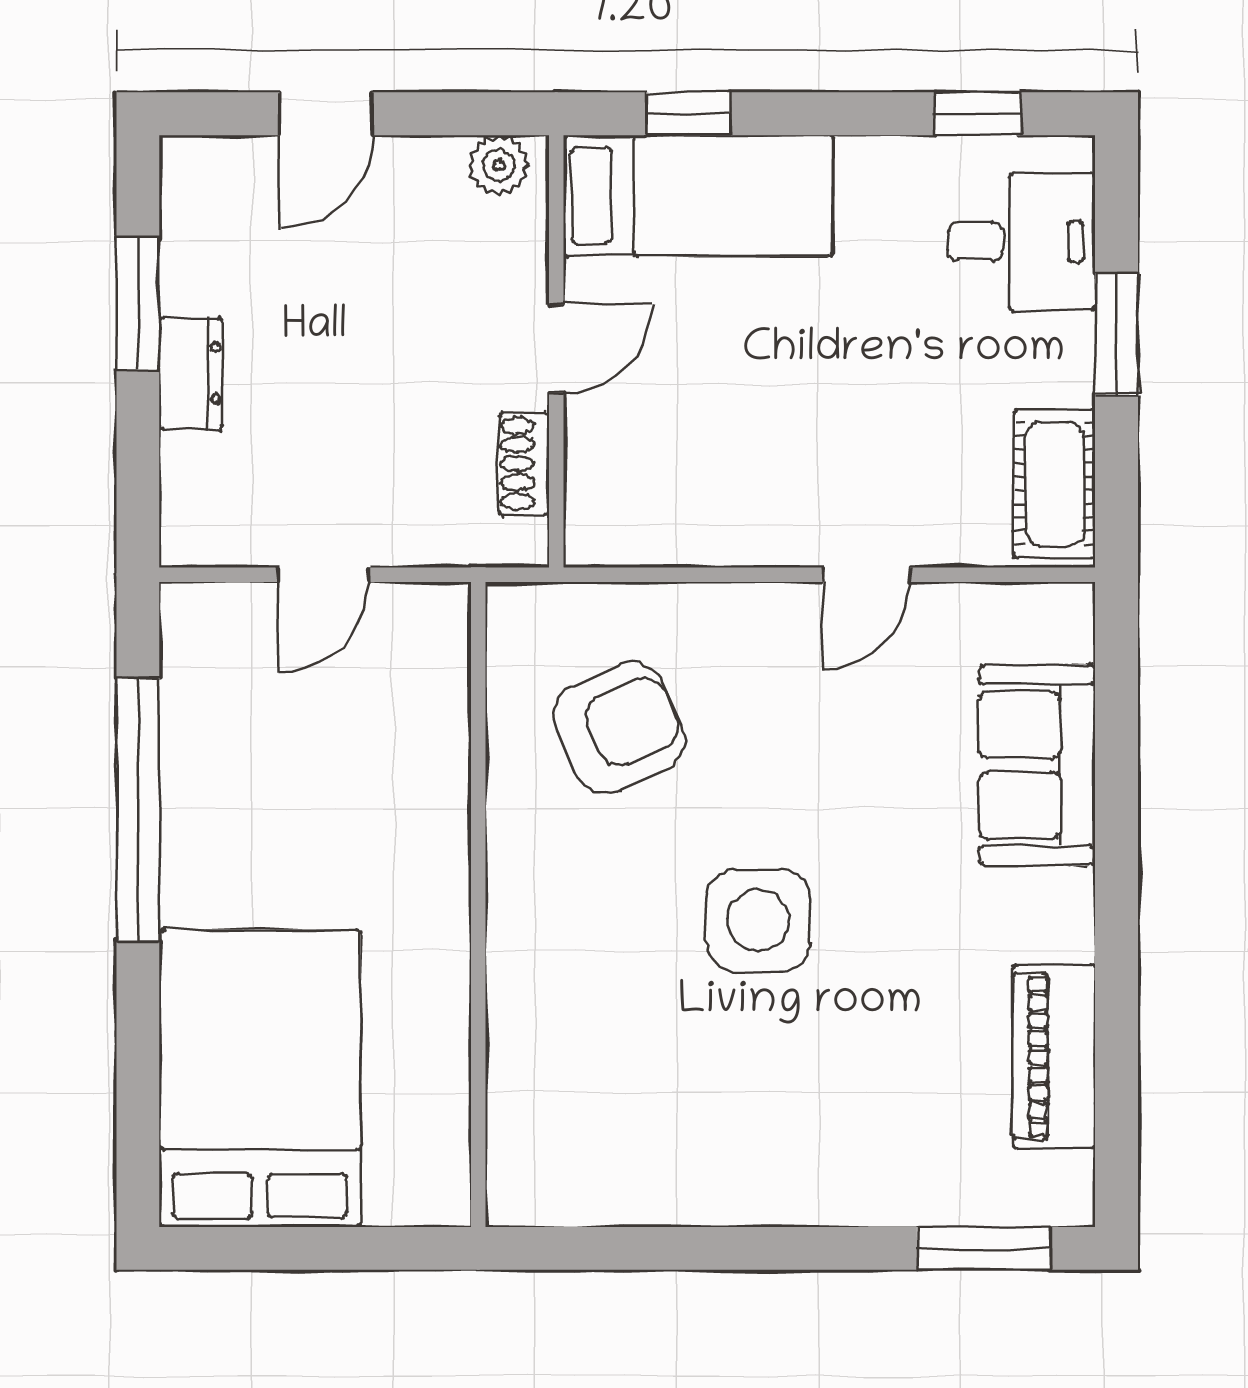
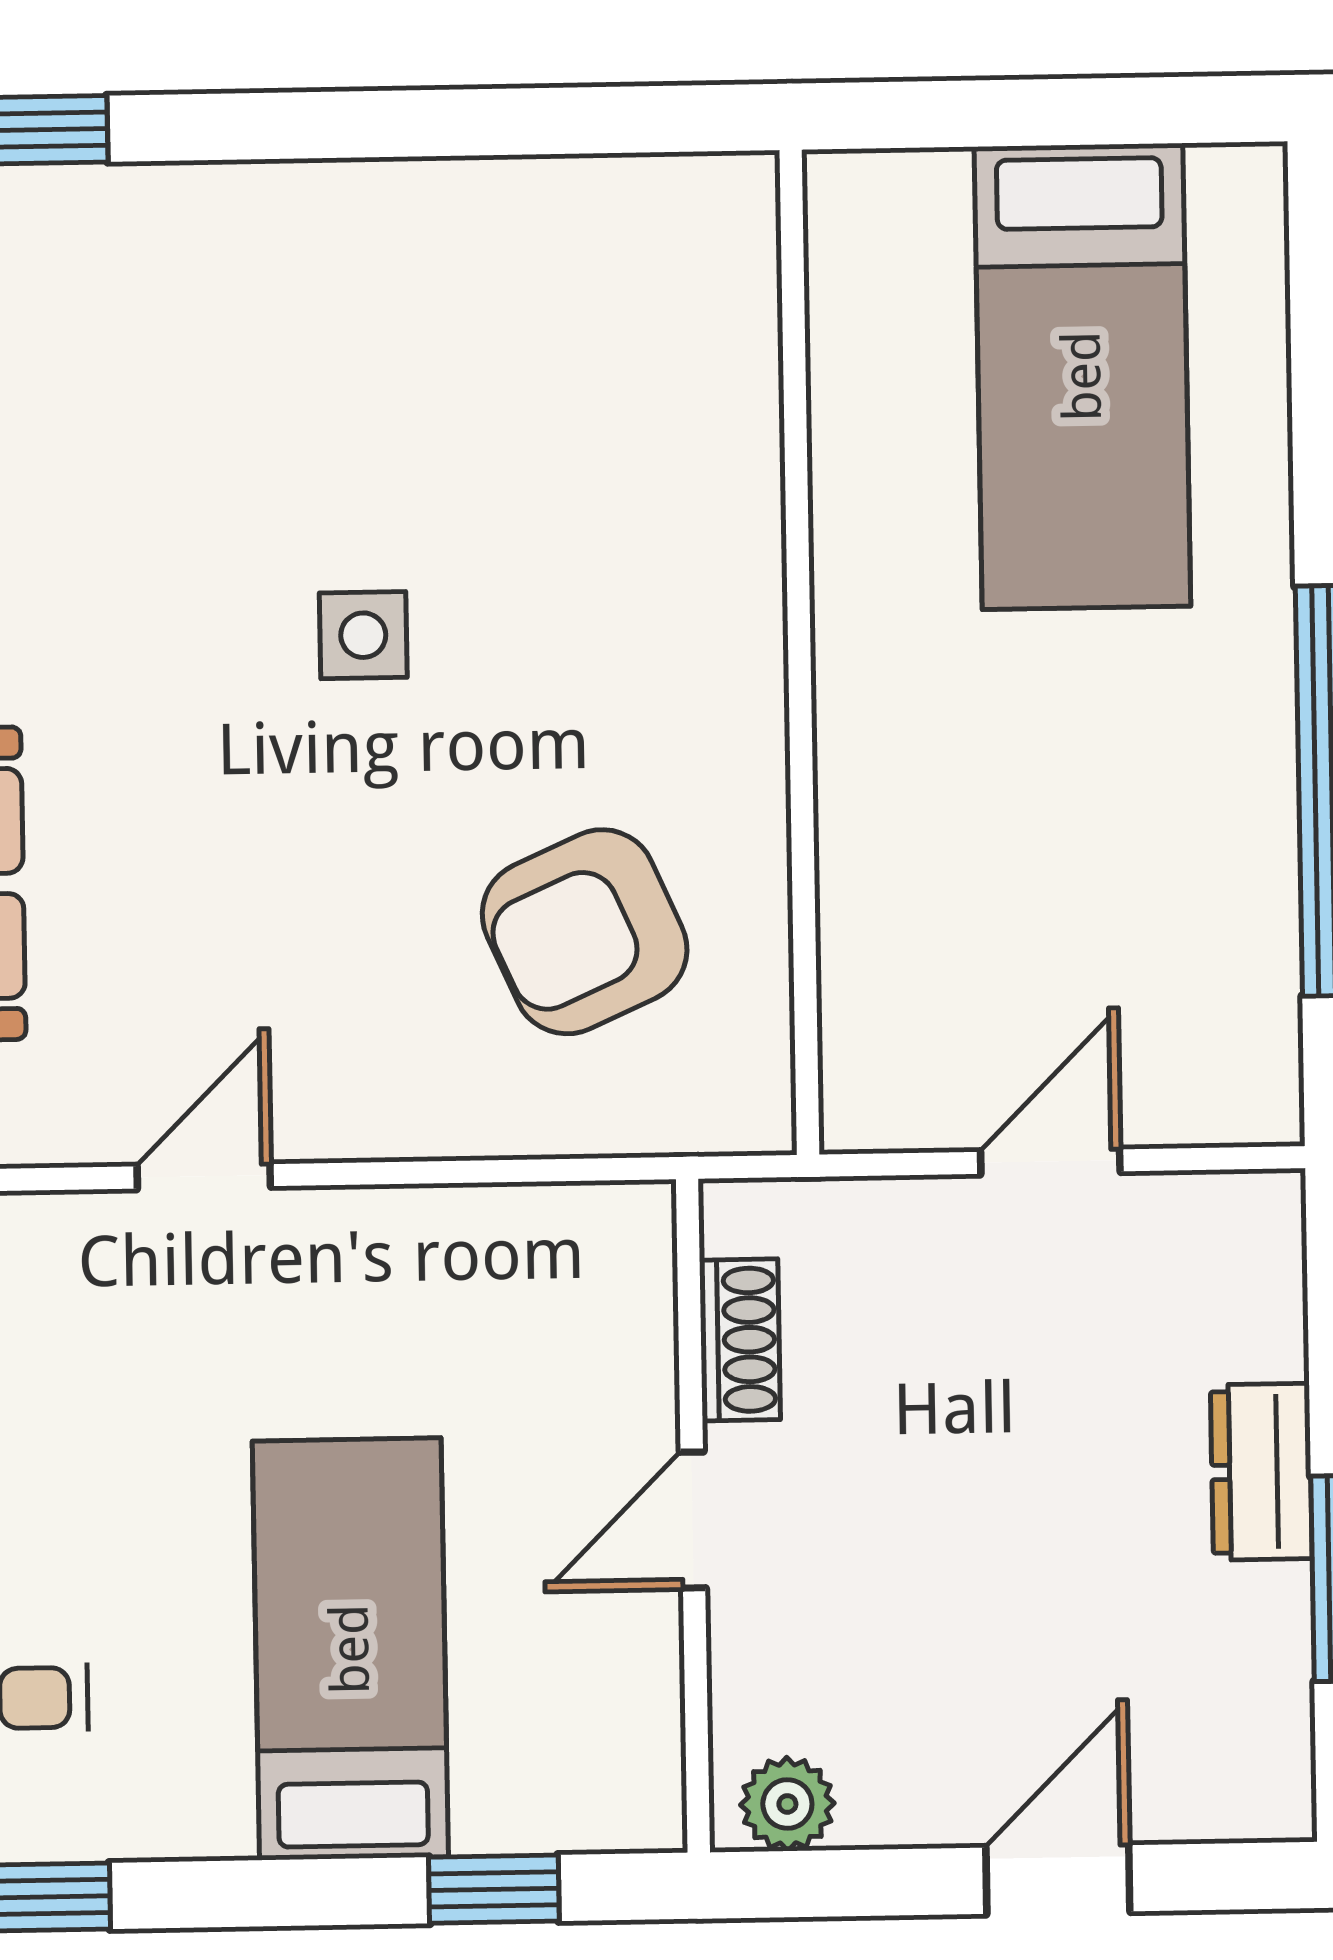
bed: (698, 196) -> (350, 1649), moved, turned 90
side table: (758, 920) -> (363, 635), width x0.54, depth x0.54
bed: (260, 1078) -> (1082, 376), width x0.67

